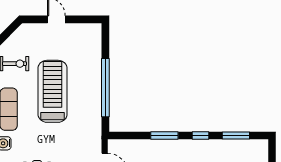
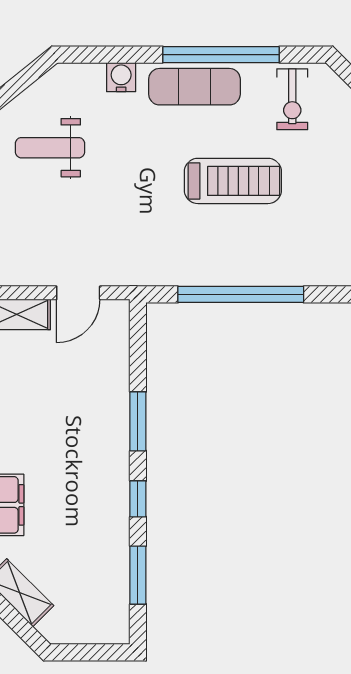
treadmill: (53, 91) -> (233, 181), width x0.73, depth x0.73

